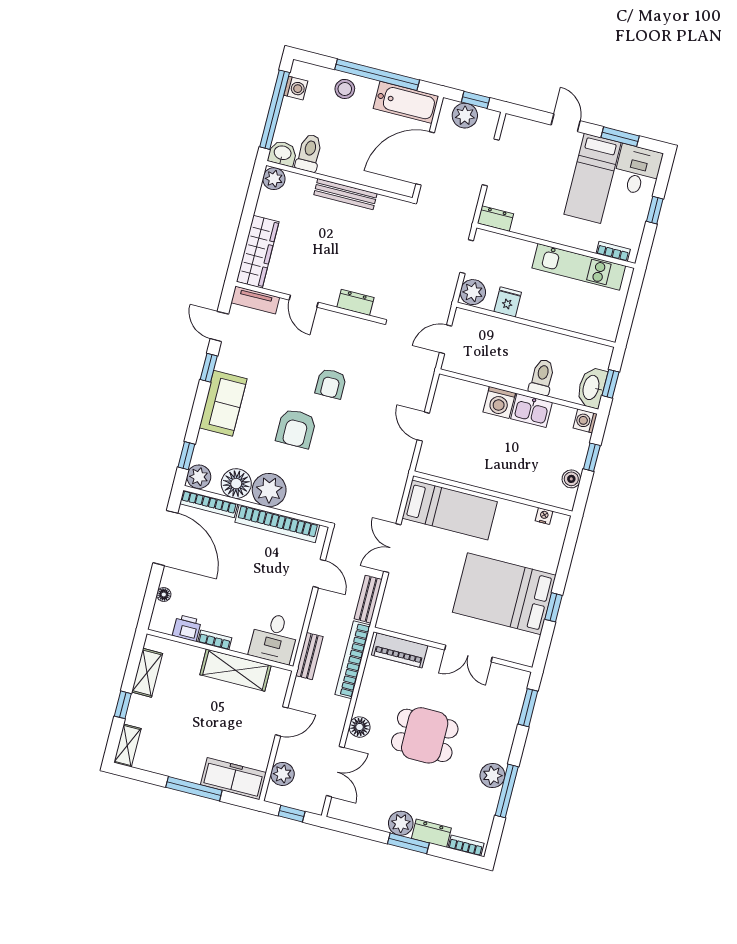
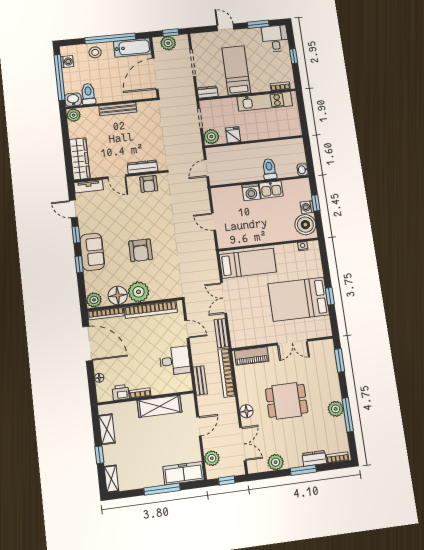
bed: (592, 178) -> (236, 70), moved, turned 180
dresser: (355, 302) -> (142, 167), width x1.44
armchair: (331, 384) -> (149, 184), moved
window: (610, 384) -> (309, 159), removed
washbasin: (592, 388) -> (302, 170), width x0.52, depth x0.69
washing machine: (585, 421) -> (307, 207), moved
window: (186, 456) -> (79, 264), moved
boiler: (571, 479) -> (305, 225), width x1.86, depth x1.86
desk: (274, 638) -> (175, 361), moved, turned -90
plant: (401, 823) -> (276, 462), moved

